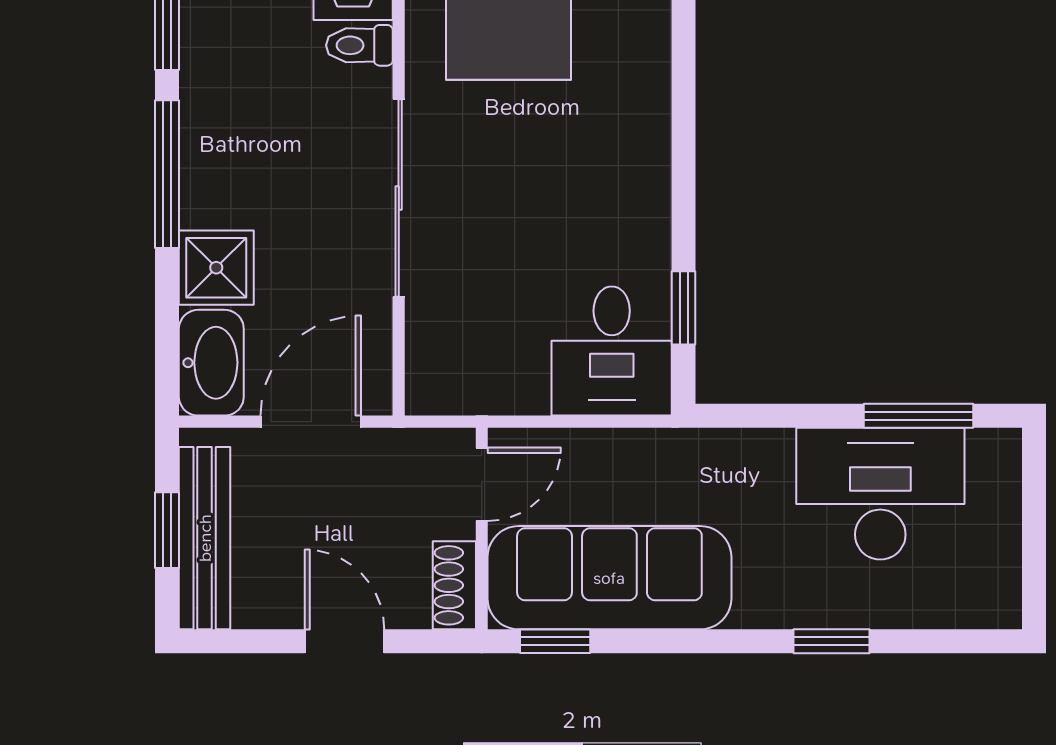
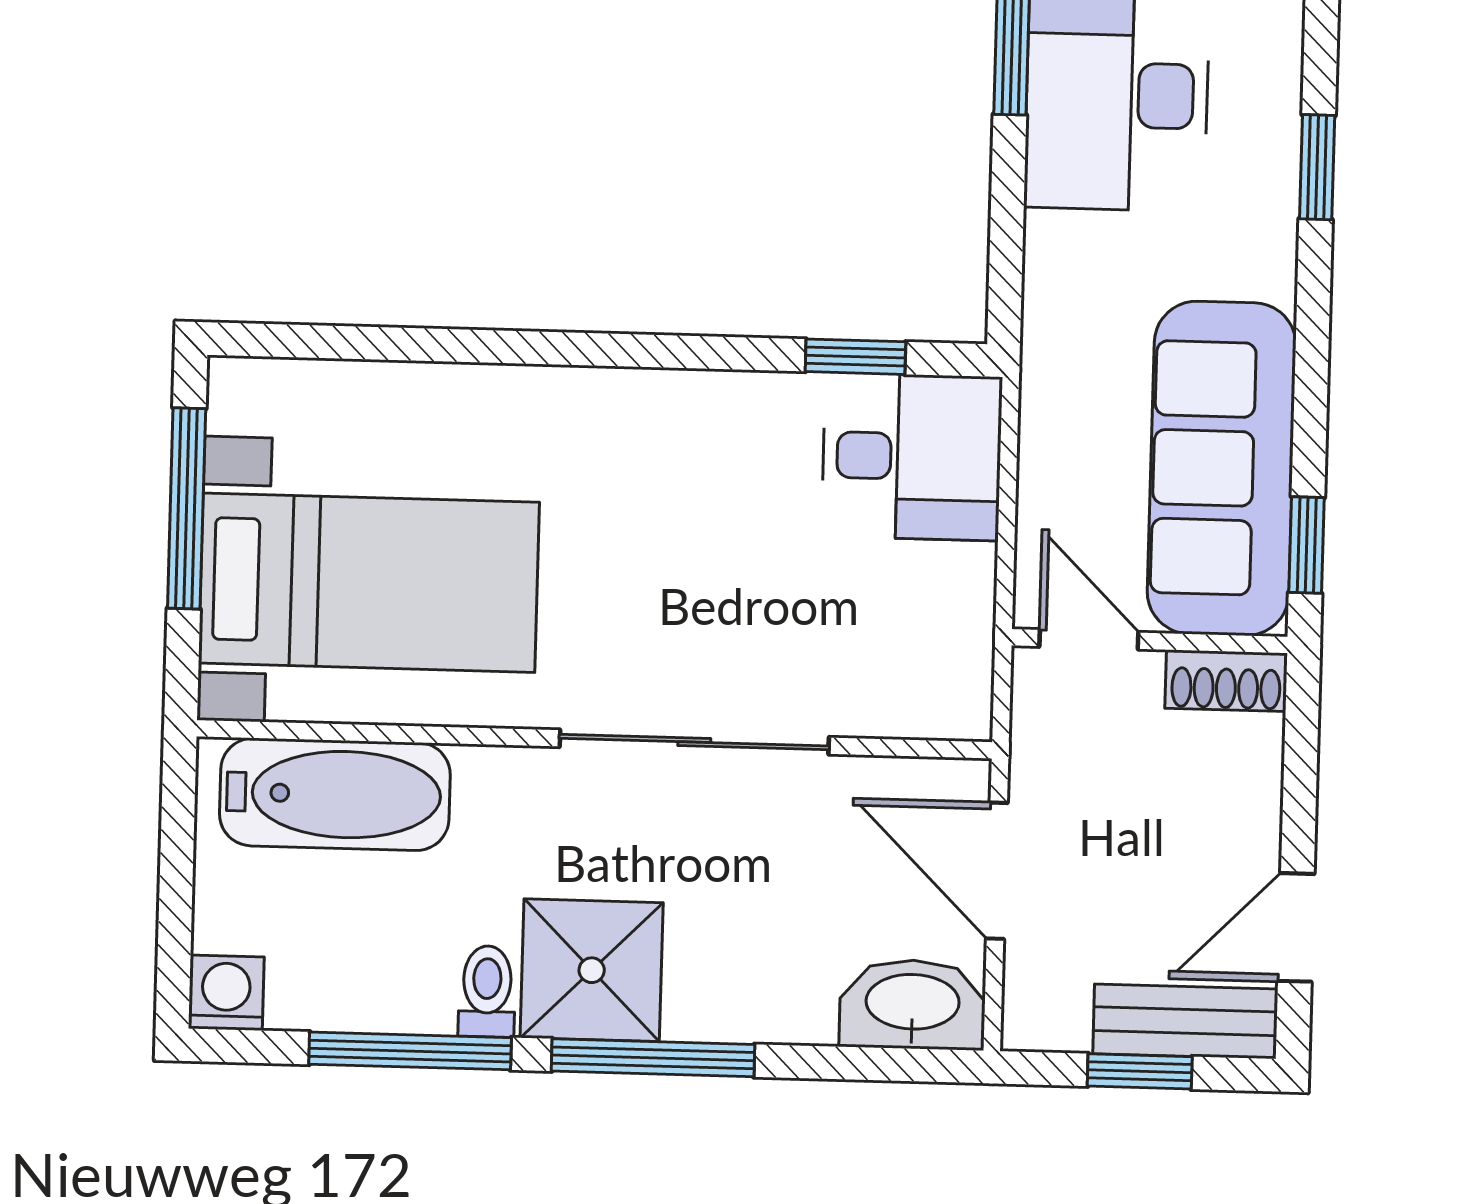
toilet: (359, 45) -> (487, 991), moved, turned 180
shower: (216, 268) -> (592, 970), moved, width x1.36, depth x1.36
bench: (205, 538) -> (1185, 1021), width x0.73
door: (344, 641) -> (1296, 927), moved

